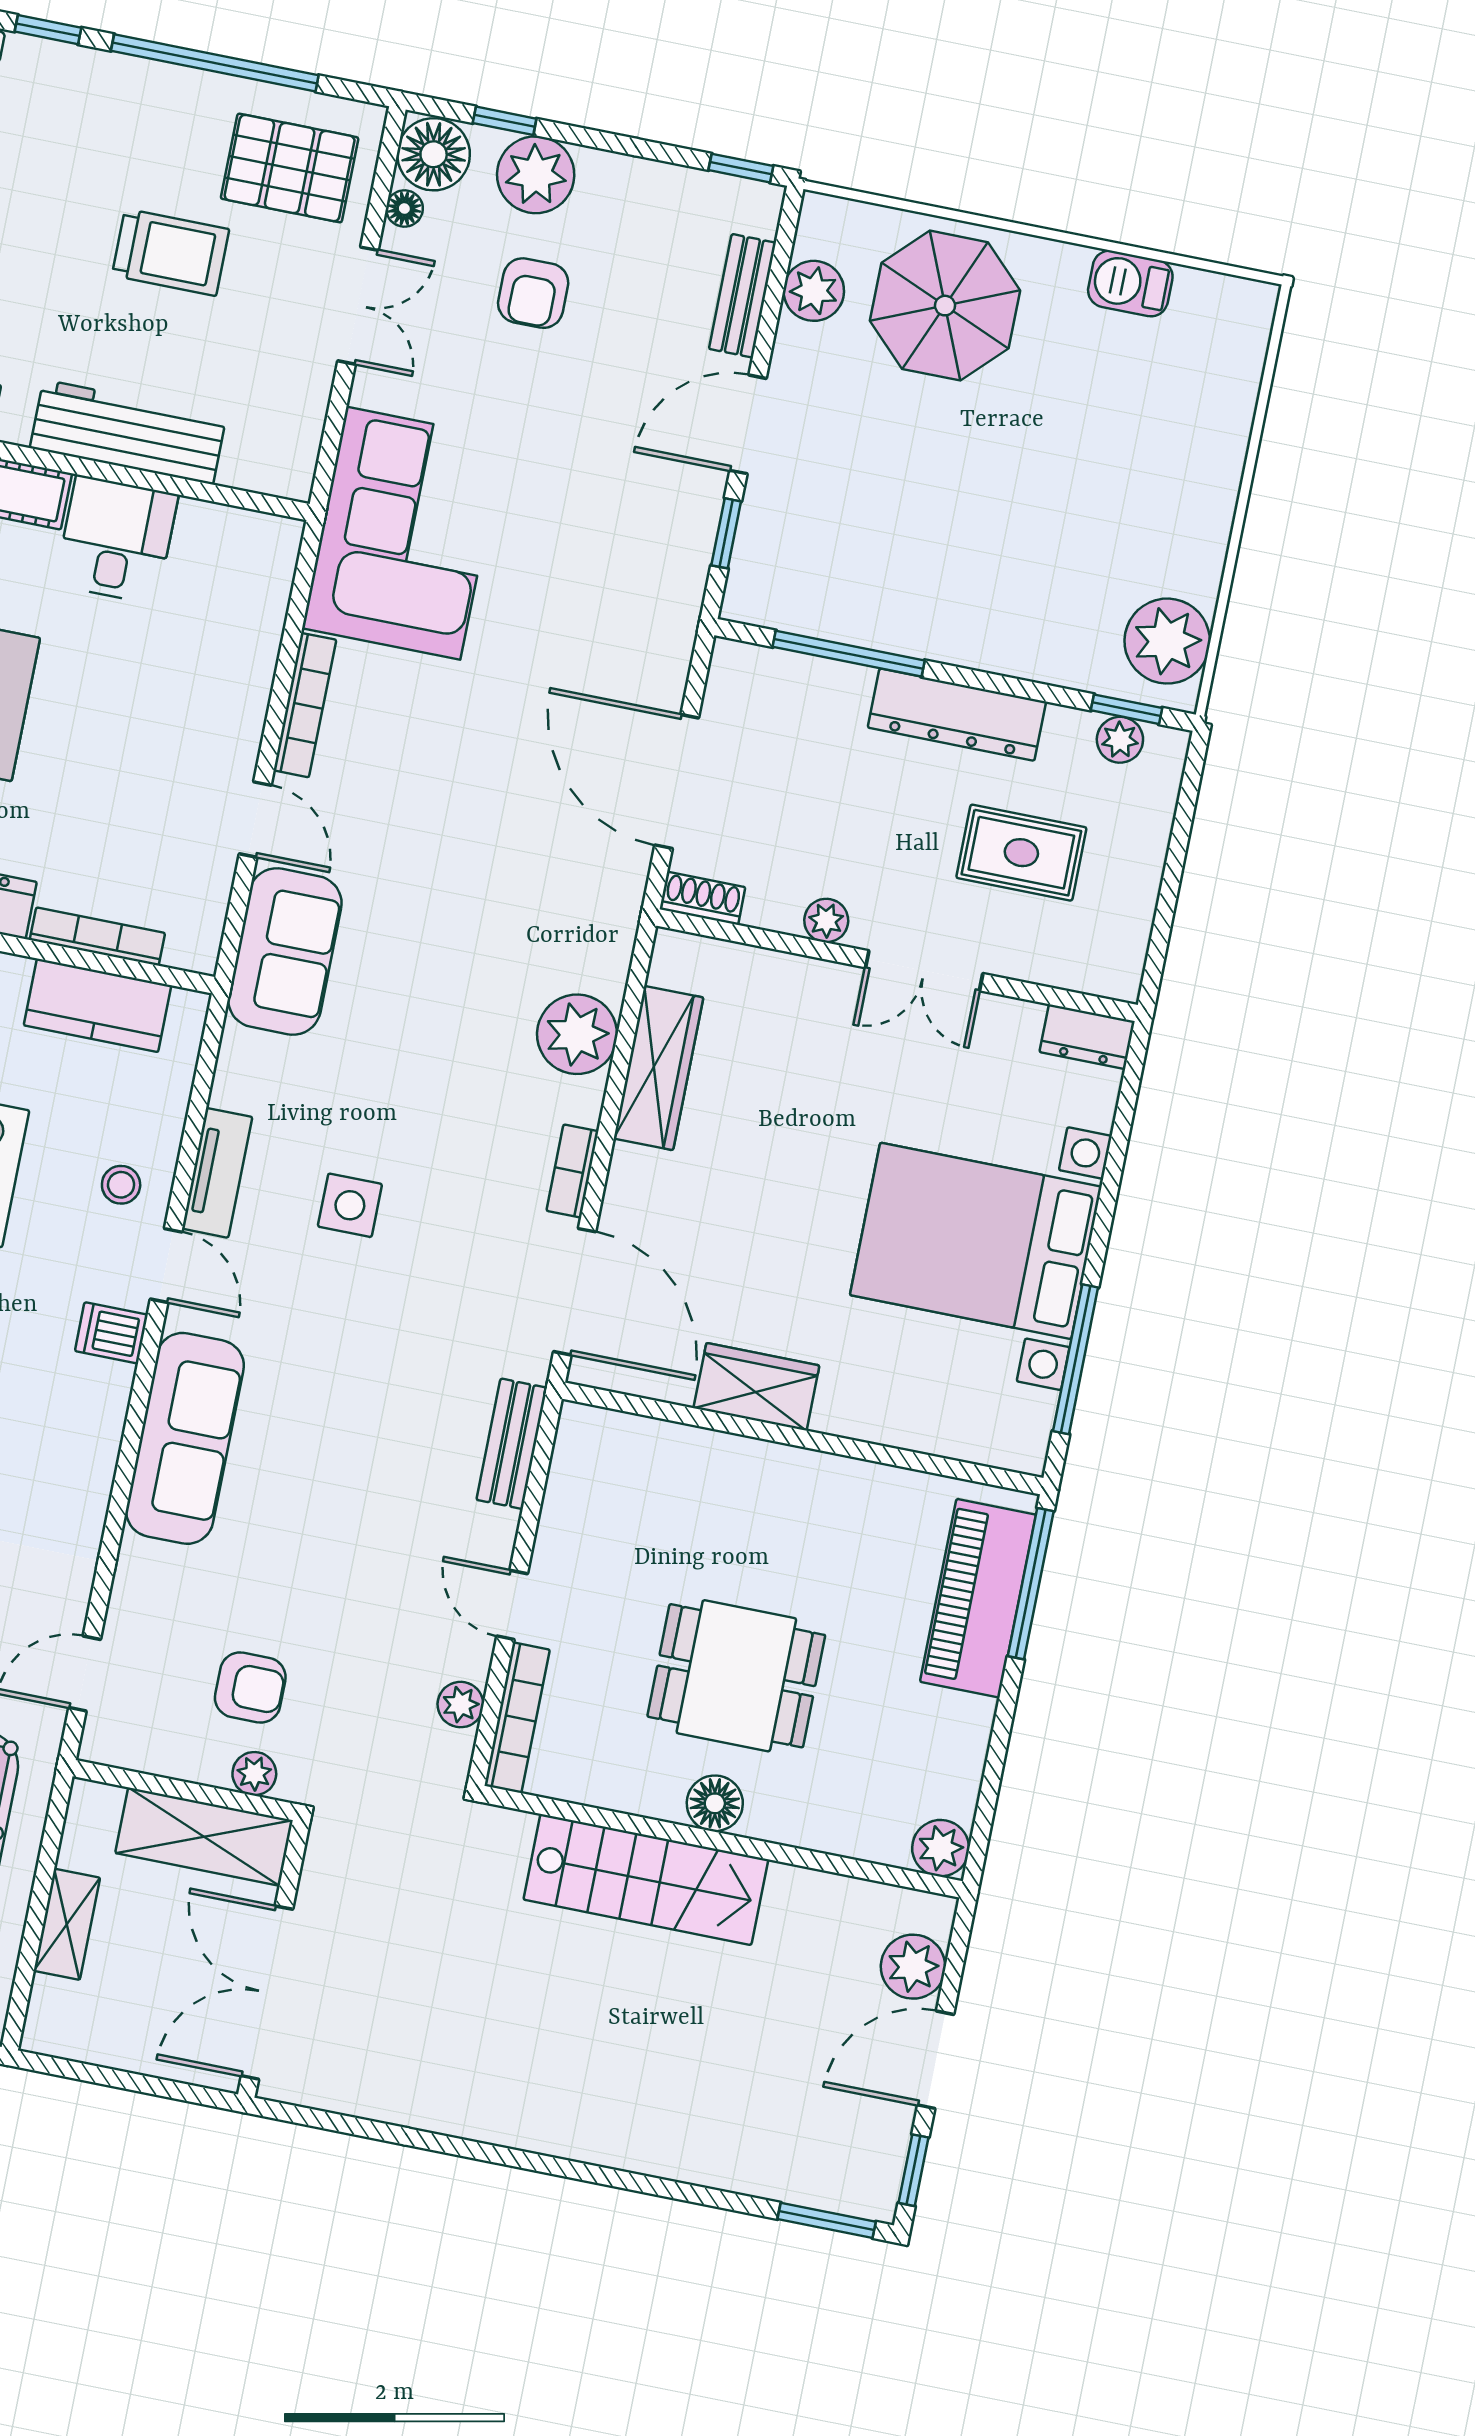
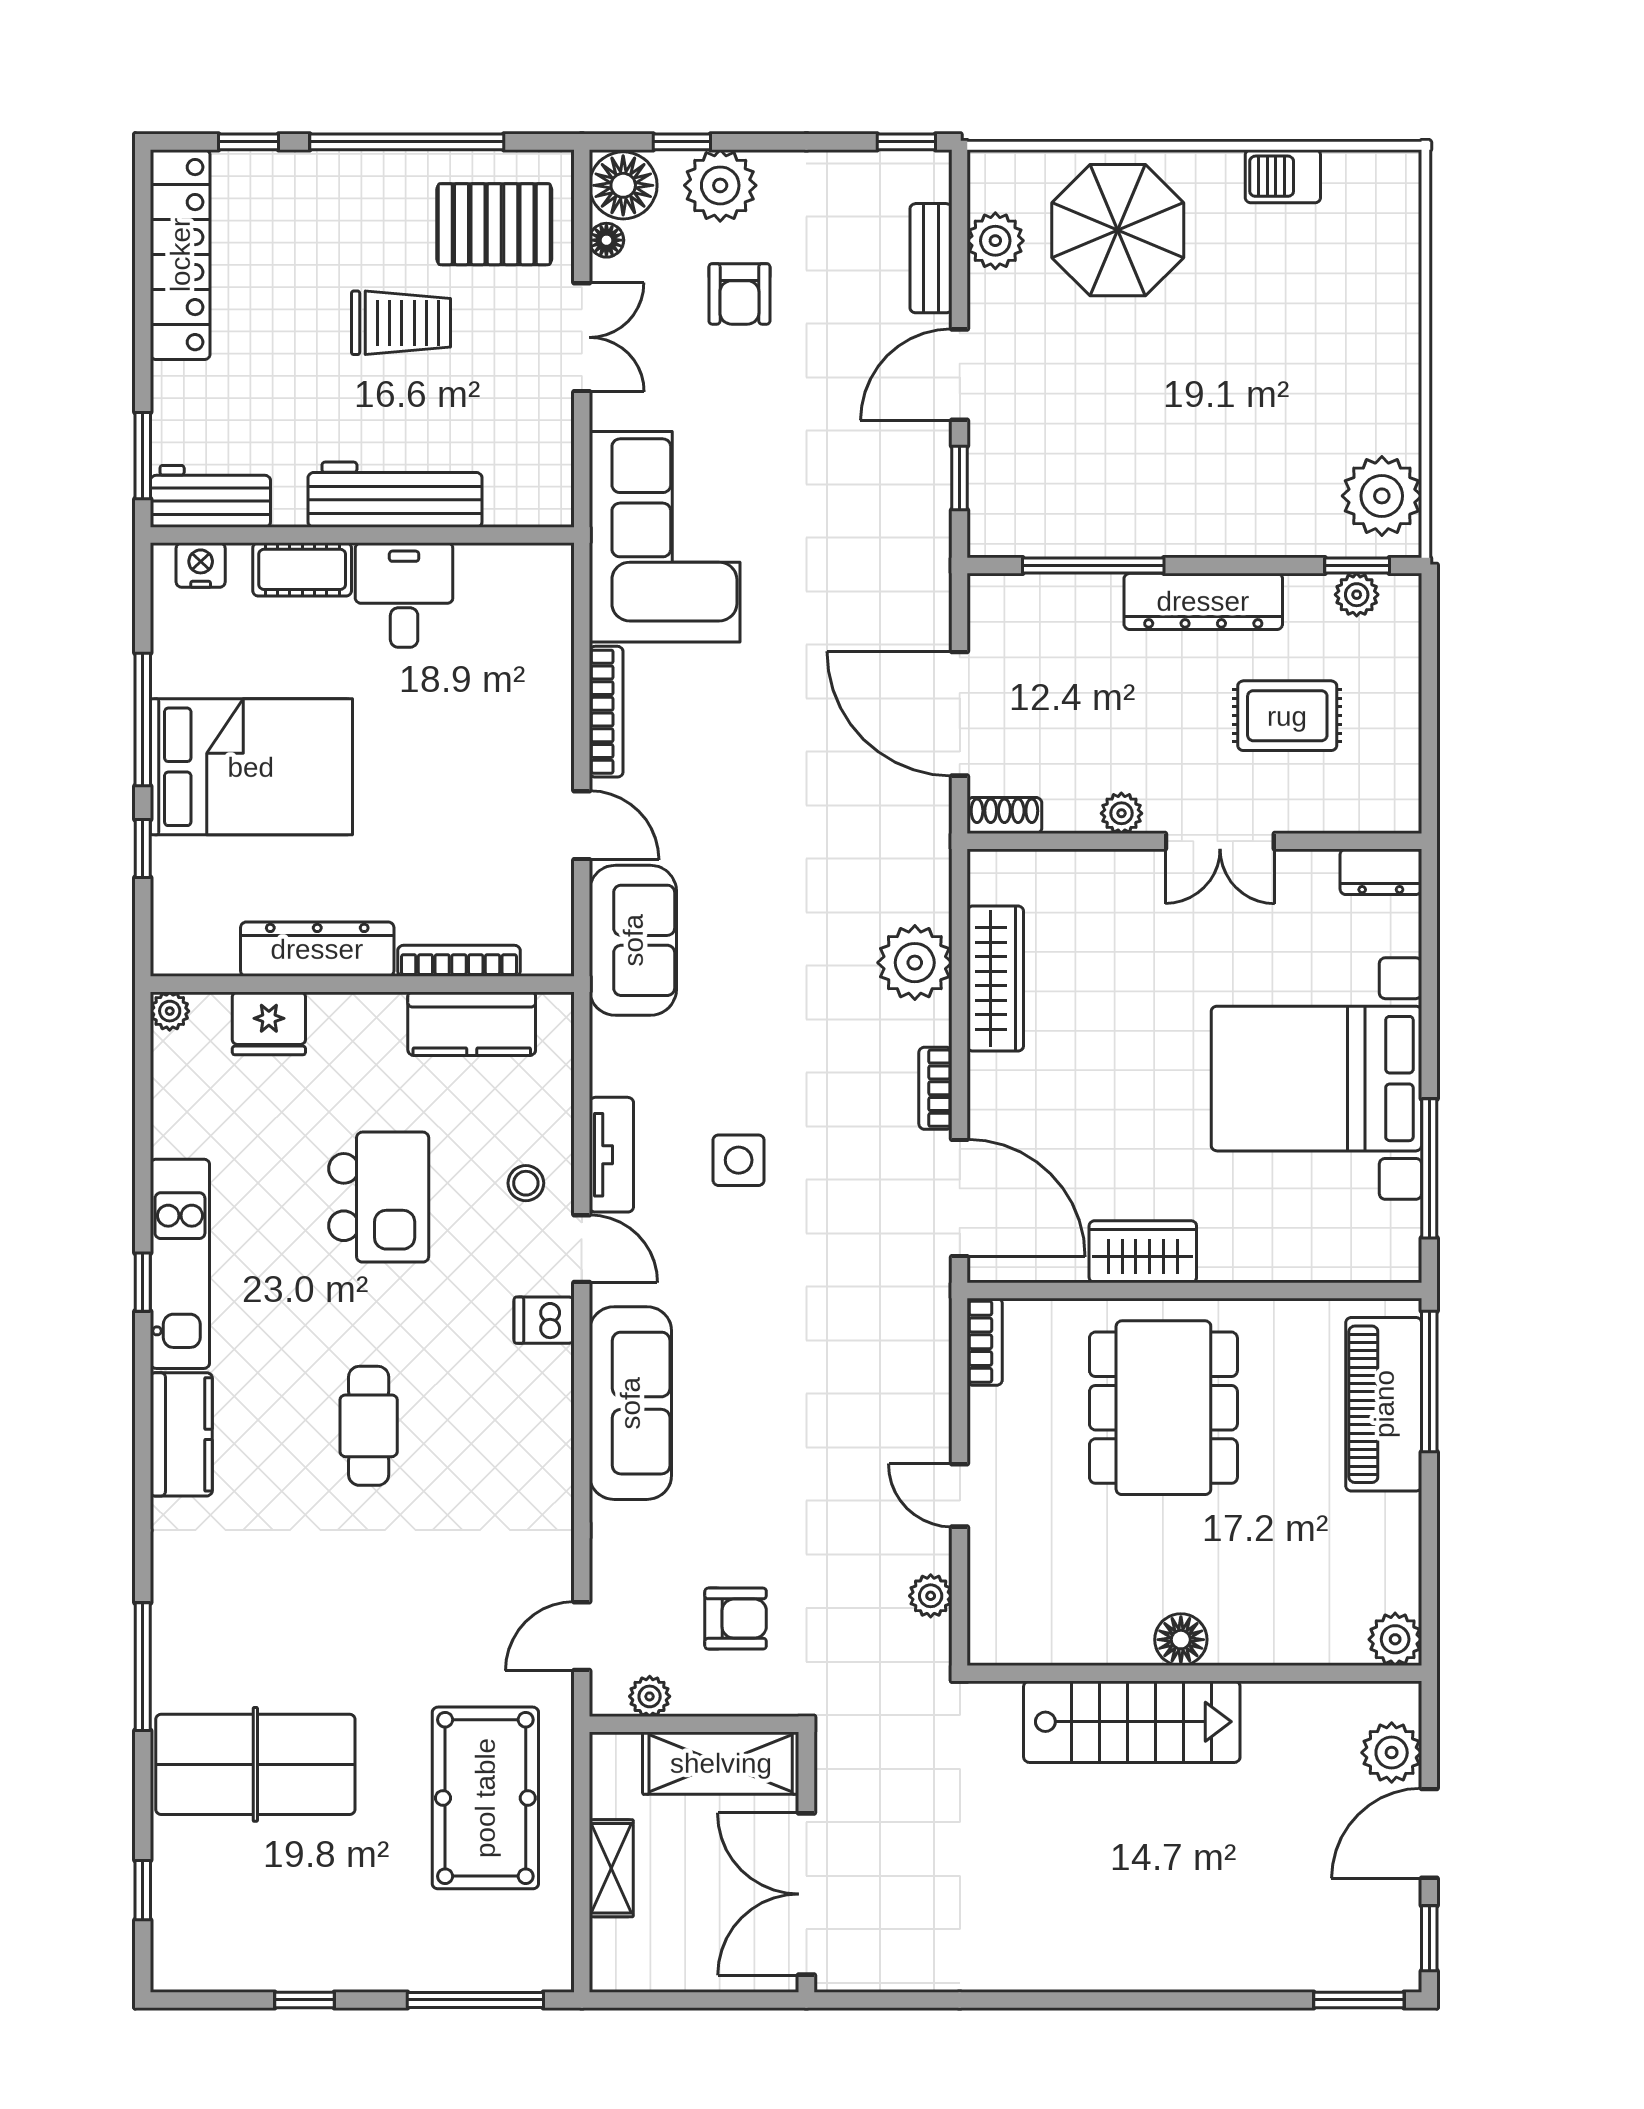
bench: (512, 1444) -> (930, 1348), removed
dining table: (736, 1676) -> (1163, 1408), moved, width x1.38
bookcase: (517, 1718) -> (985, 1342), moved, width x0.64
plant: (254, 1774) -> (650, 1696), moved

